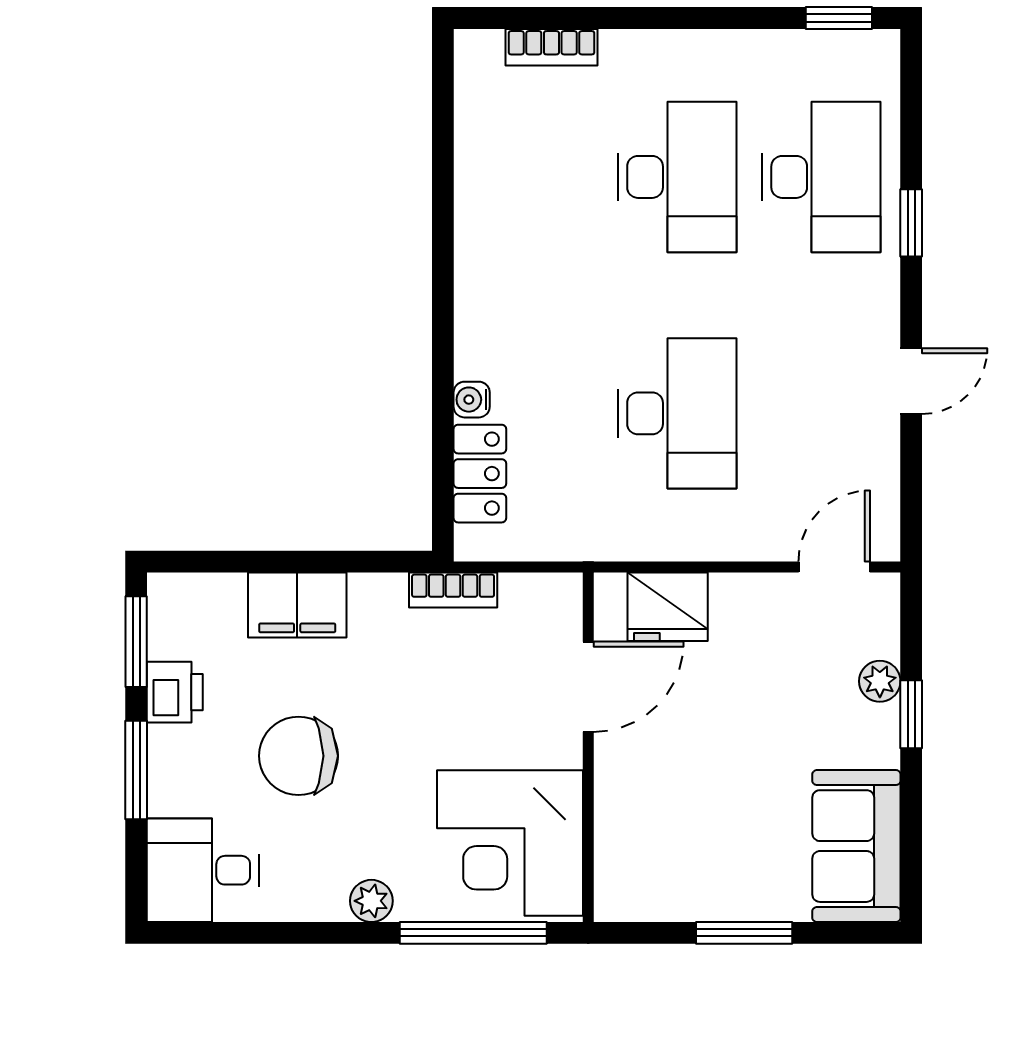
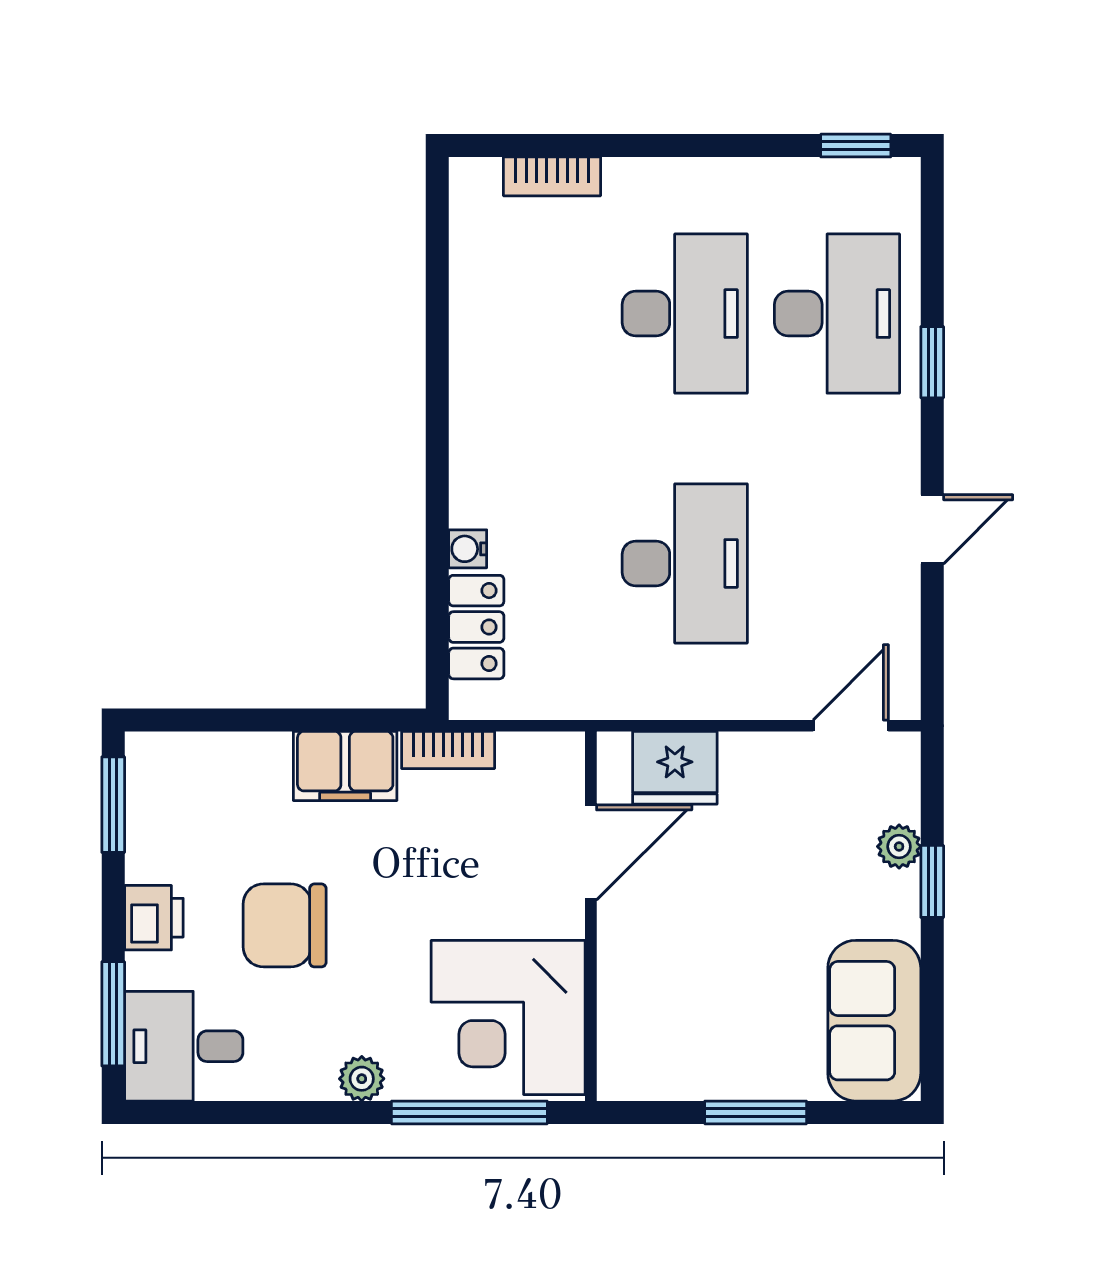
filing cabinet: (297, 605) -> (345, 766), moved
printer: (175, 692) -> (154, 918), moved
window: (136, 770) -> (113, 1014), moved

